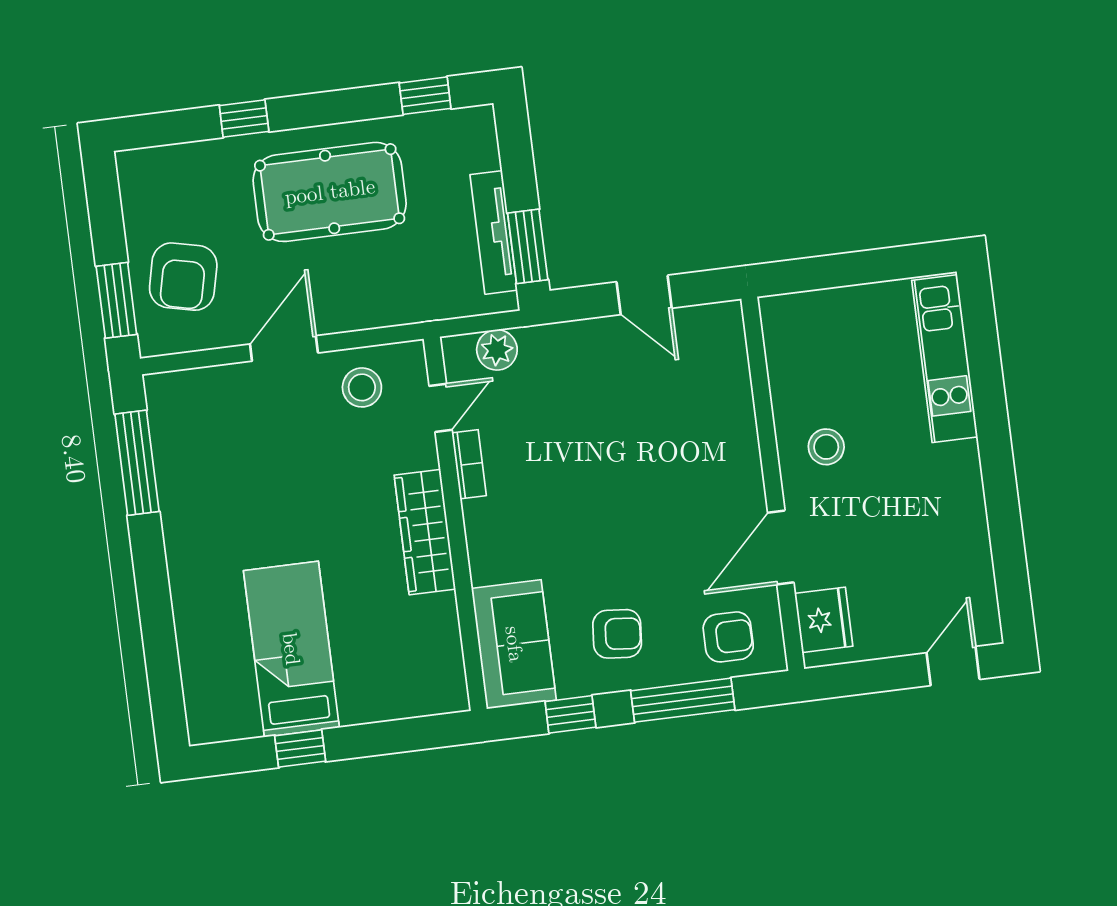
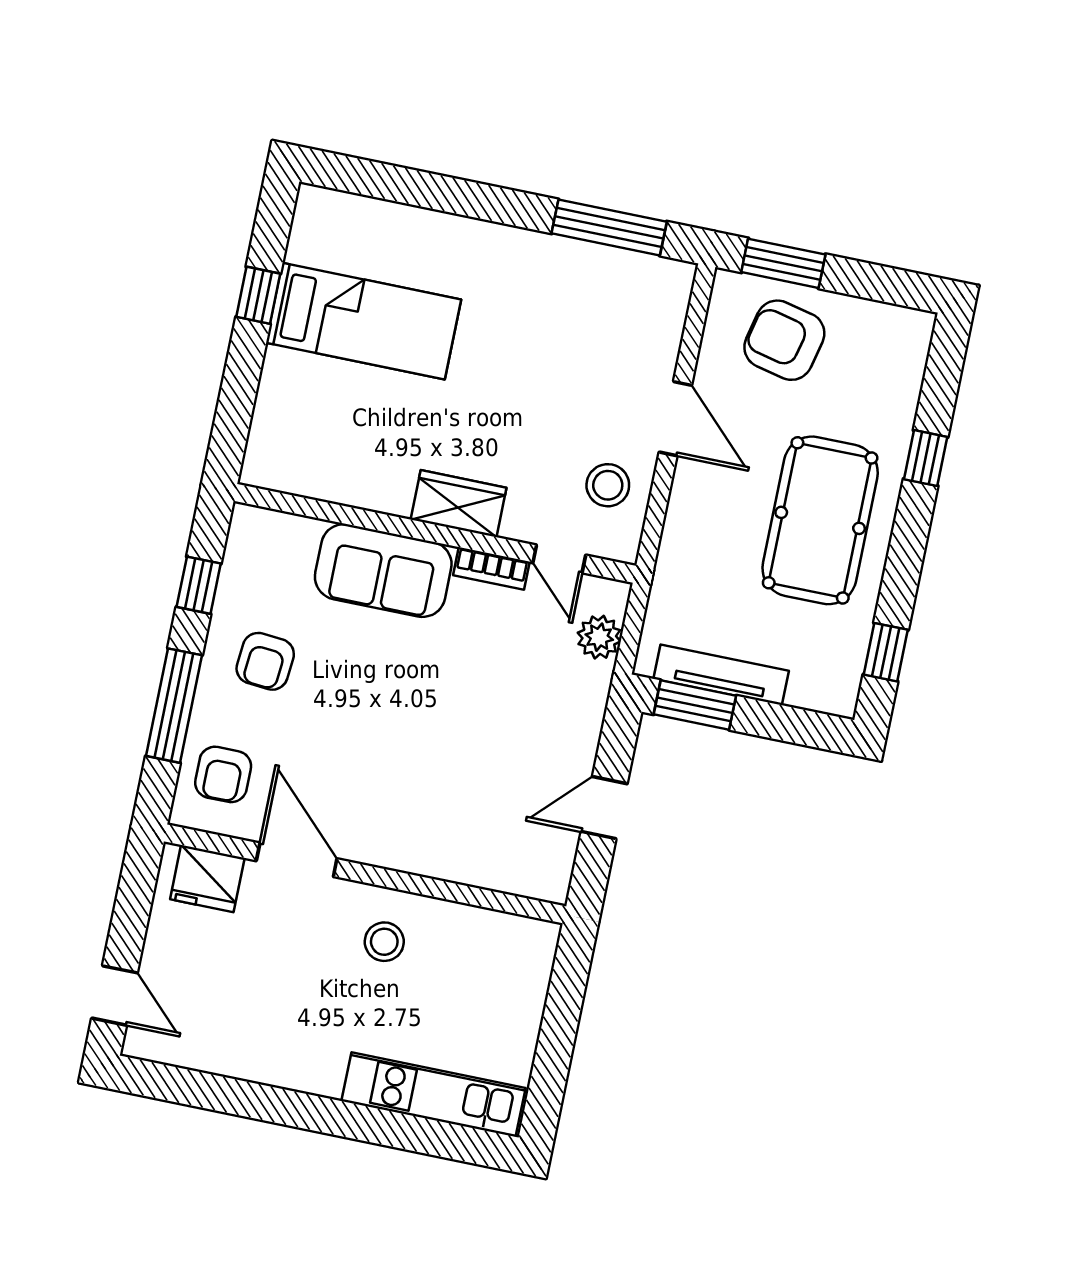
wardrobe: (425, 532) -> (459, 504), width x0.67
sofa: (514, 644) -> (383, 571), moved

